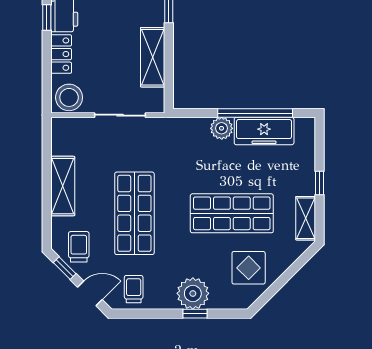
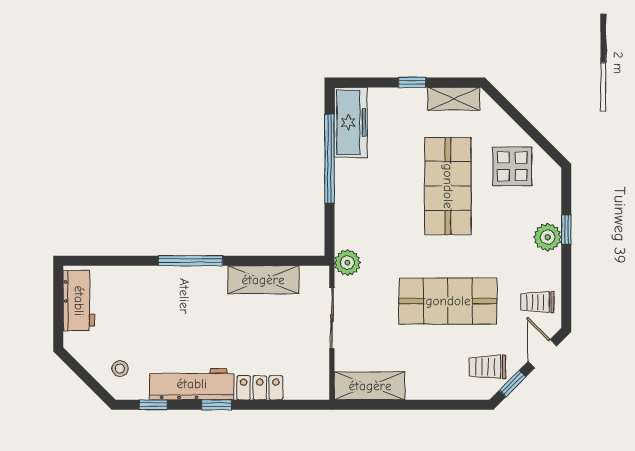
stool: (69, 97) -> (311, 378), removed
plant: (222, 128) -> (347, 263), moved
freezer: (264, 131) -> (351, 122), moved
shelving: (63, 186) -> (370, 386), moved
plant: (193, 293) -> (548, 237), width x0.73, depth x0.73

